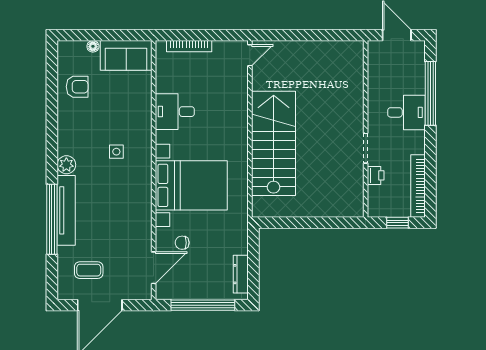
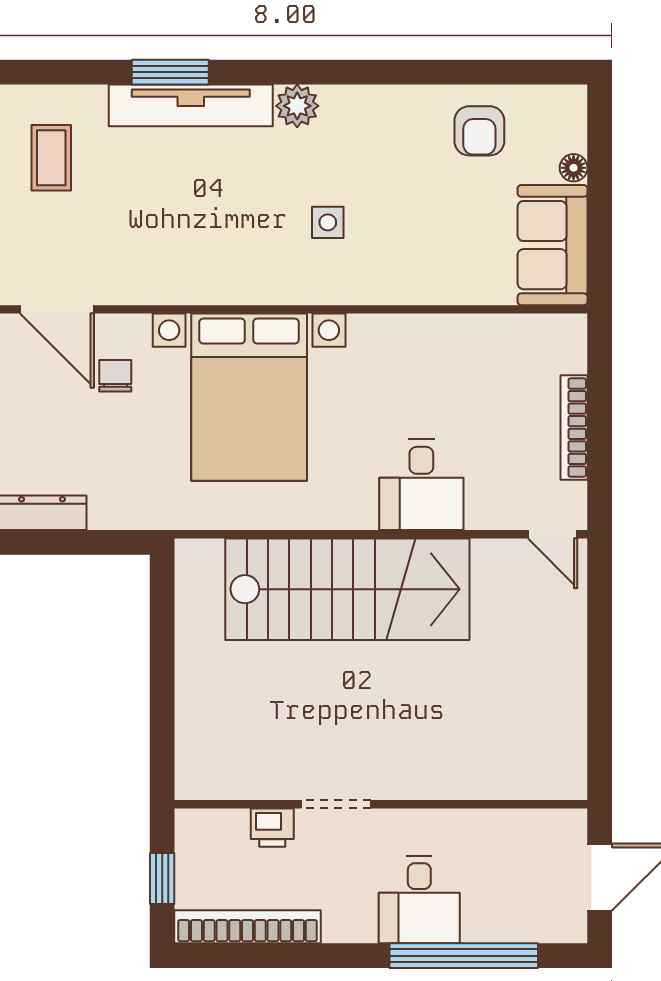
bookcase: (189, 46) -> (574, 428), moved
desk: (175, 112) -> (421, 485), moved, turned 180
window: (52, 219) -> (170, 72), width x0.47

